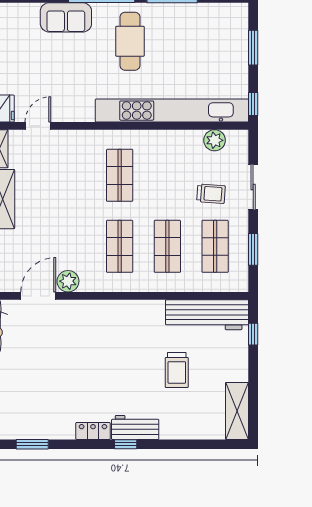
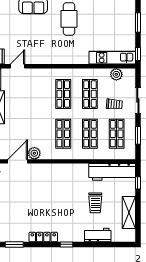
kitchen unit: (172, 111) -> (112, 58), width x0.54
shop shelf: (167, 175) -> (90, 94), added
shelving: (237, 411) -> (129, 212), moved
workbench: (135, 427) -> (98, 235), moved
locker: (93, 431) -> (43, 237), width x1.53

